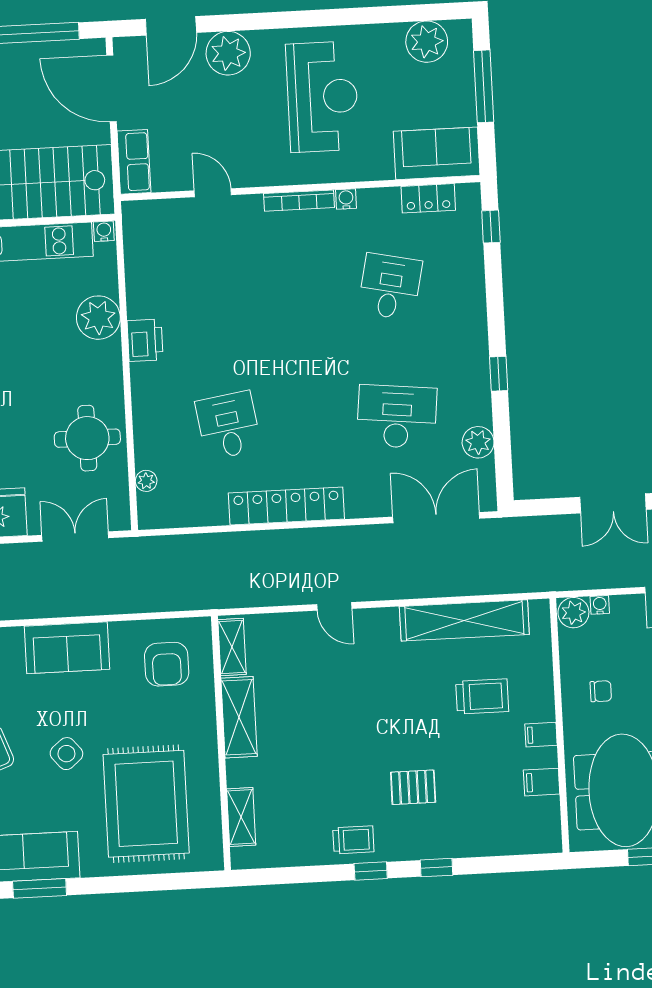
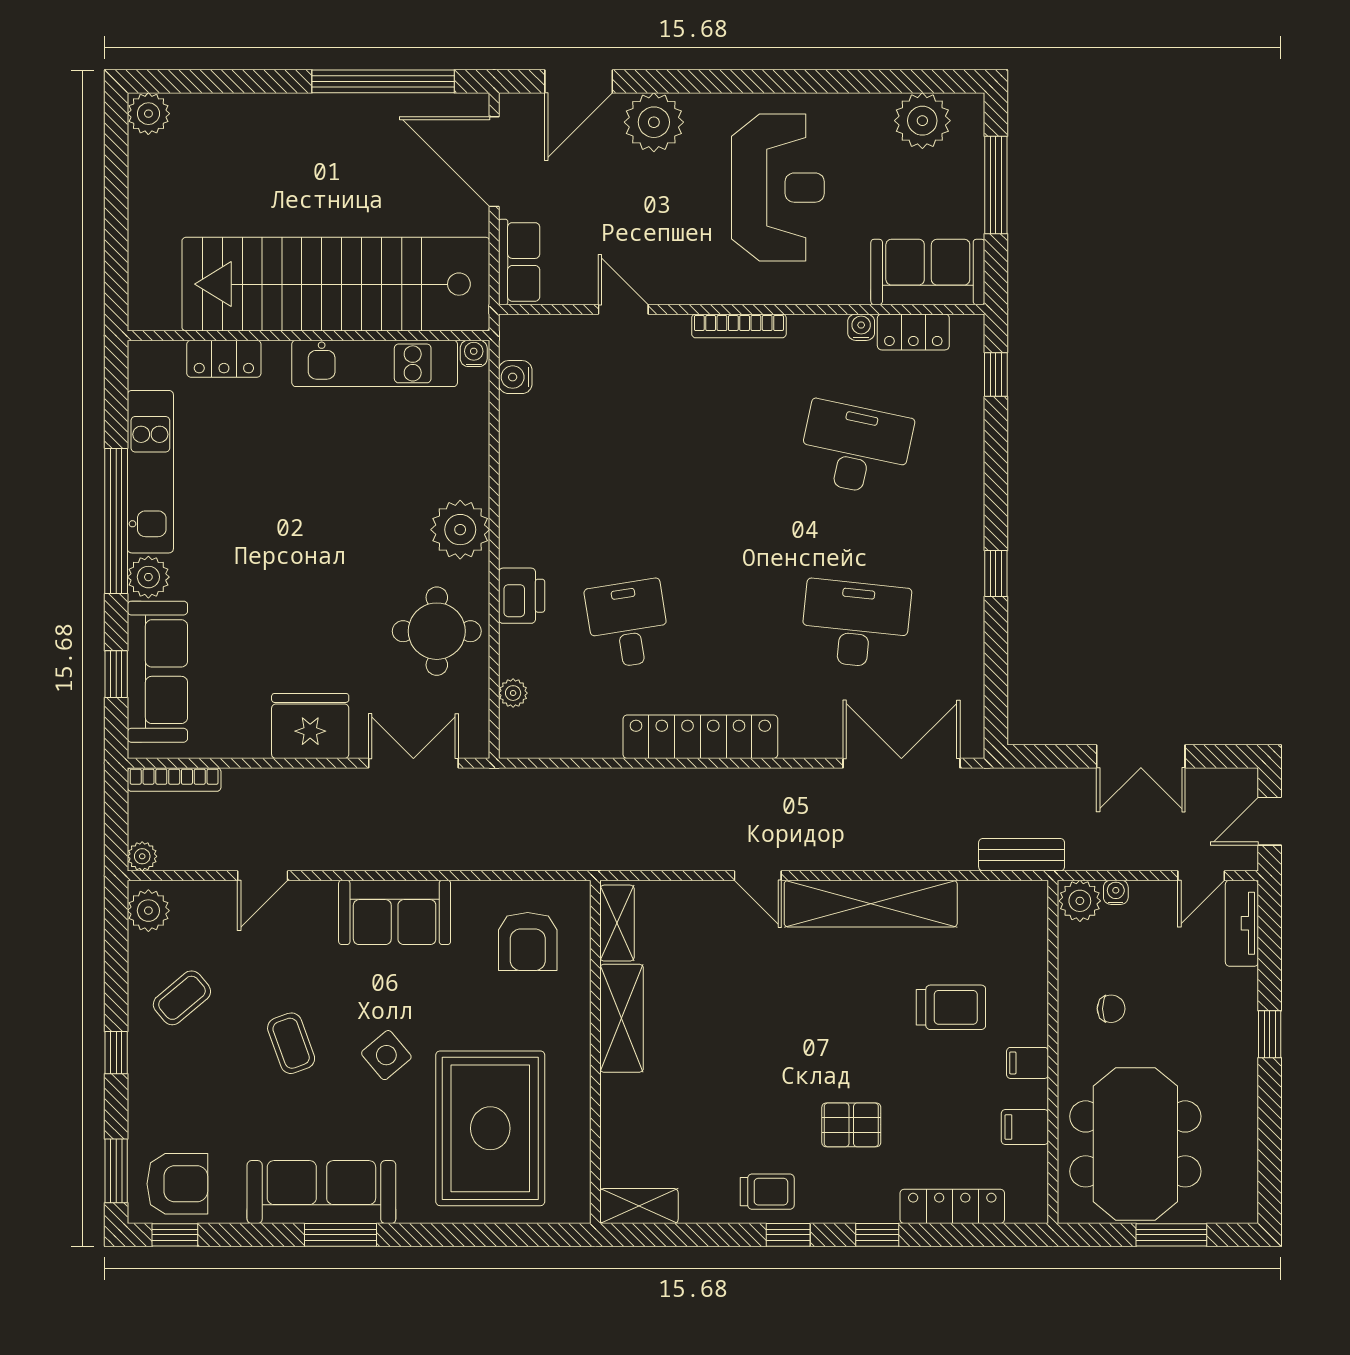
water cooler: (346, 199) -> (861, 327), moved
water cooler: (136, 247) -> (515, 377), added
desk: (390, 287) -> (856, 448), width x1.37
plant: (98, 318) -> (460, 530), moved
printer: (145, 340) -> (522, 596), moved
plant: (478, 442) -> (963, 664), removed
bench: (529, 581) -> (1022, 855), added
shelving: (464, 620) -> (871, 904), moved
shelving: (241, 817) -> (639, 1206), moved, turned 90
locker: (491, 844) -> (952, 1206), added

